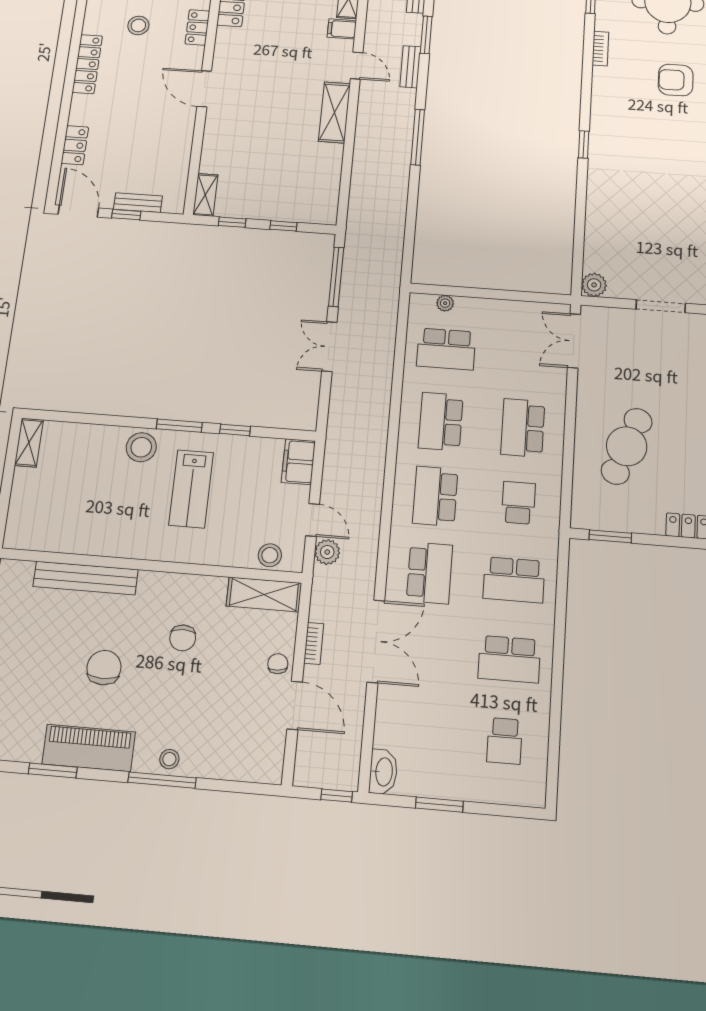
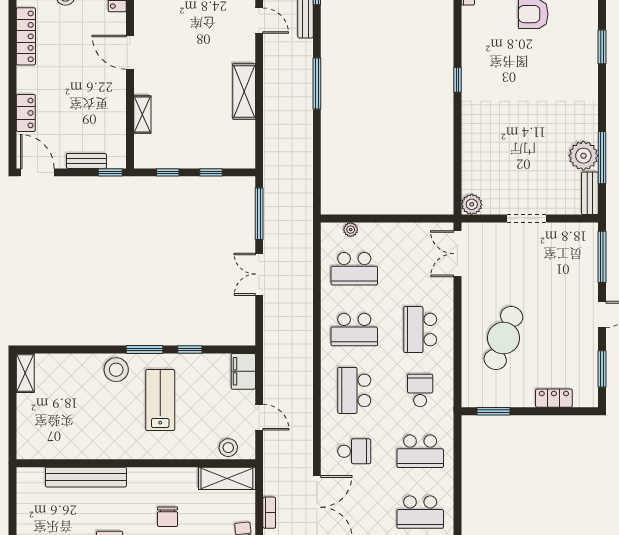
shelving: (334, 112) -> (244, 92), moved
shelving: (205, 195) -> (142, 114), moved
window: (126, 215) -> (110, 172), moved
school desk: (441, 422) -> (354, 330), turned -90
lab bench: (191, 489) -> (160, 400), turned 180
plant: (327, 552) -> (273, 441), removed
school desk: (430, 573) -> (354, 451), width x0.54

